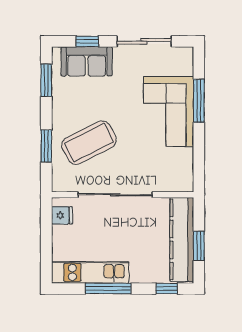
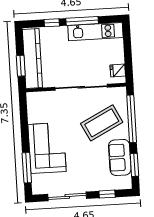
sofa: (87, 61) -> (120, 157), moved, turned -90
window: (199, 101) -> (27, 168), moved
window: (46, 146) -> (132, 119), width x2.11
window: (199, 246) -> (21, 66), moved
window: (167, 289) -> (52, 23), moved

